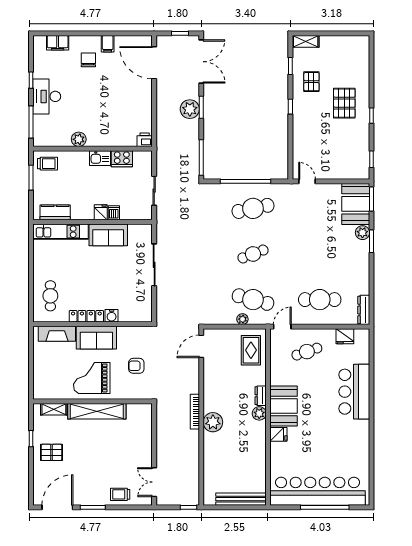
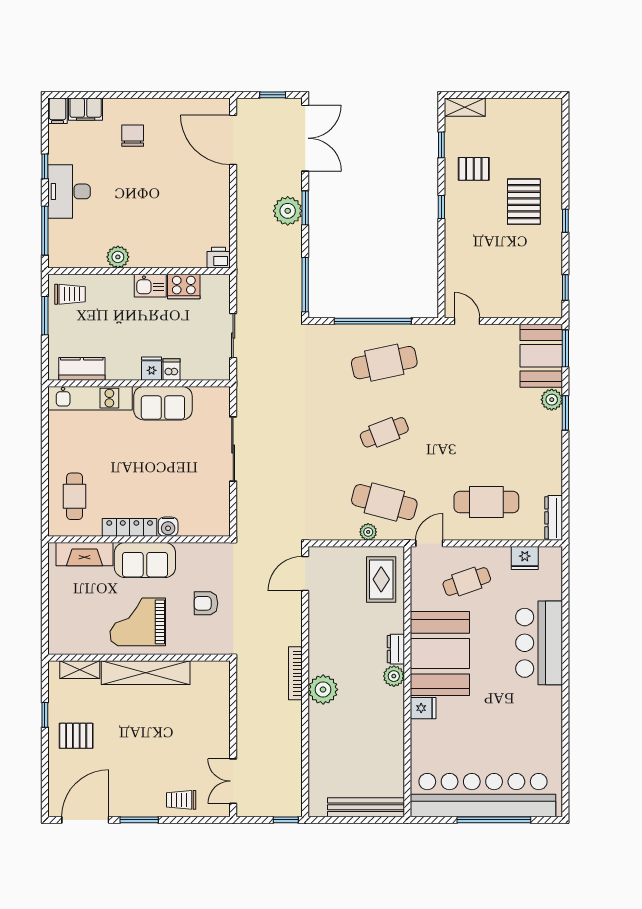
filing cabinet: (108, 44) -> (58, 111), moved
pallet: (311, 82) -> (474, 169), turned 90
booth: (284, 406) -> (440, 654), width x1.36, depth x1.42

